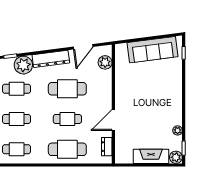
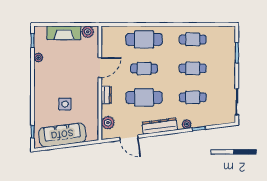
door: (83, 47) -> (129, 138), swing flipped
plant: (23, 65) -> (187, 124), width x0.53, depth x0.53
side table: (150, 82) -> (65, 104), added
dresser: (107, 147) -> (106, 95), moved
plant: (176, 157) -> (88, 32), moved

